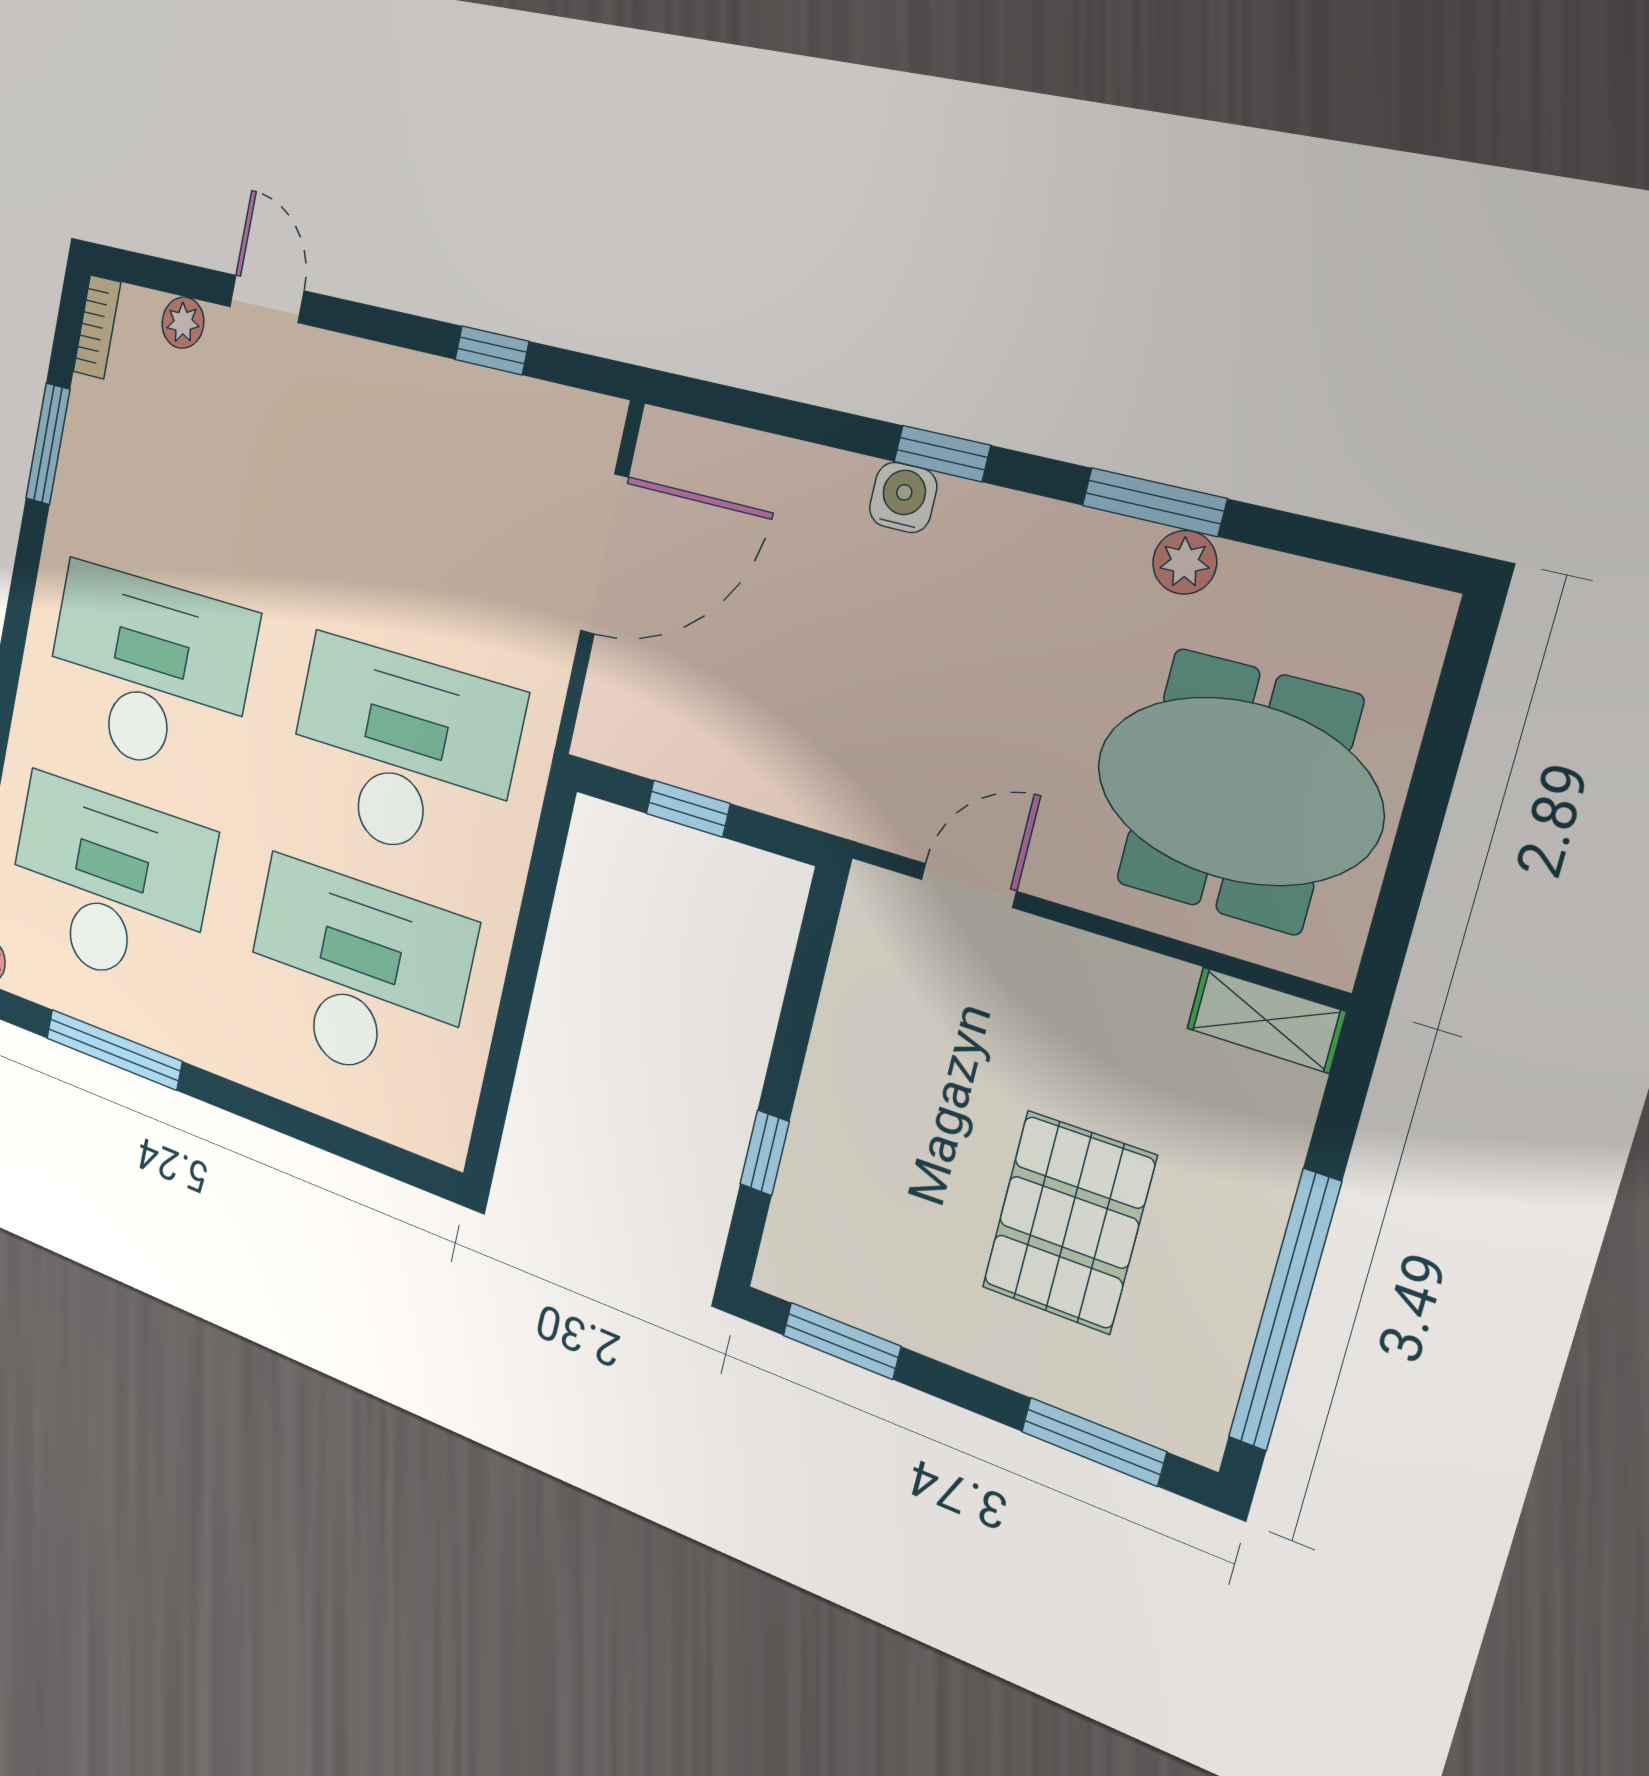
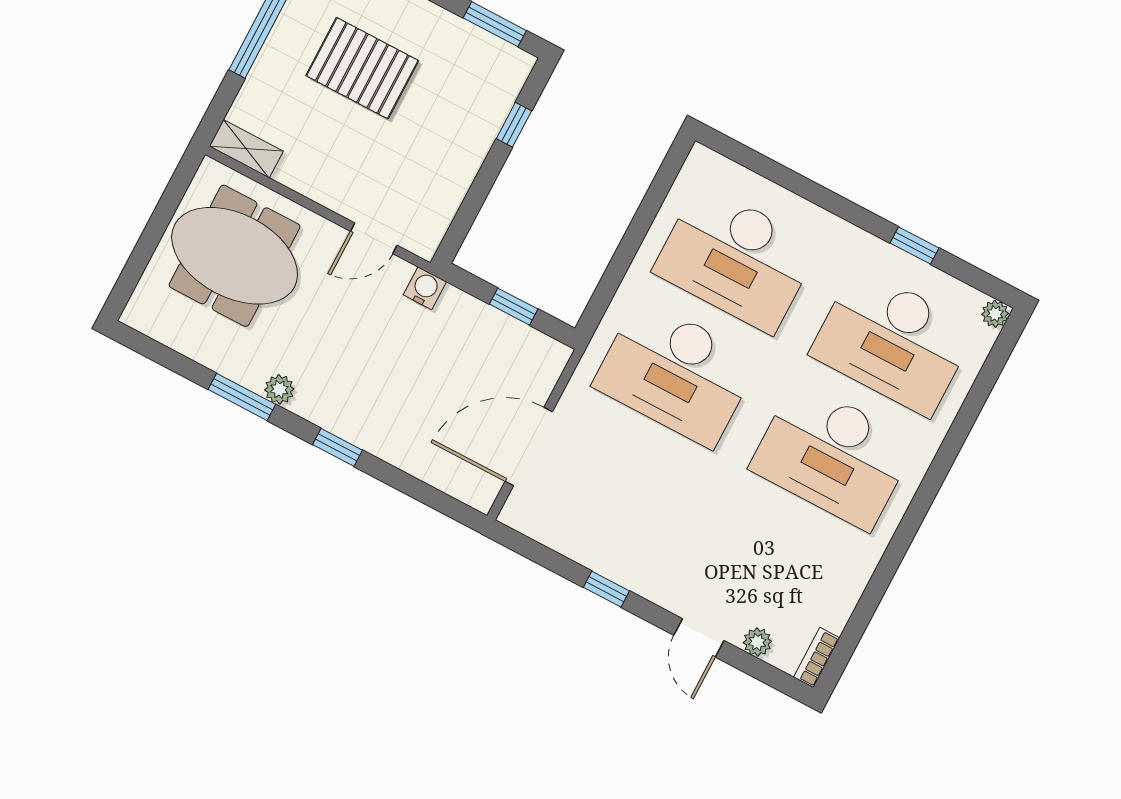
window: (492, 350) -> (606, 589), moved
window: (48, 444) -> (869, 602), removed
water cooler: (903, 497) -> (425, 288), moved, turned 180
plant: (1185, 562) -> (279, 389), moved
window: (114, 1050) -> (915, 246), width x0.46
pallet: (1069, 1222) -> (362, 68), turned 90

